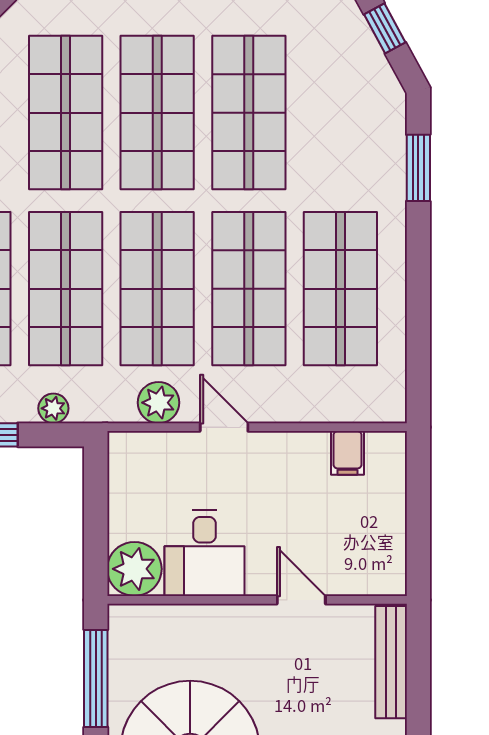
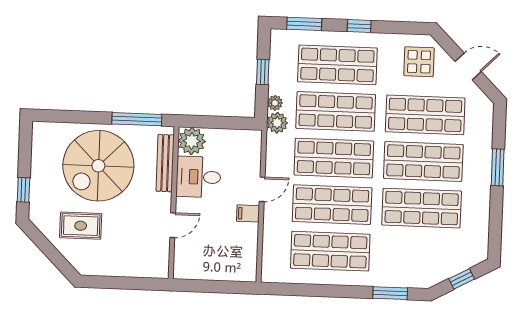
plant: (159, 403) -> (277, 123), moved
filing cabinet: (347, 453) -> (248, 213), moved
bench: (391, 662) -> (165, 163), moved, turned 90

